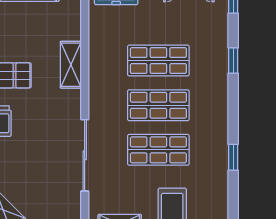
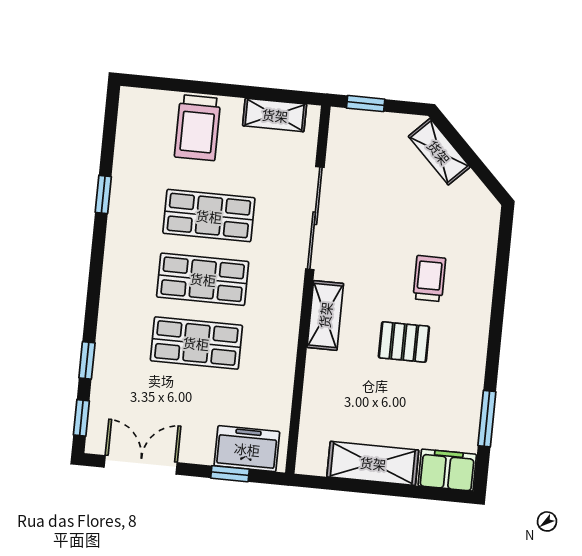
window: (233, 60) -> (87, 360), moved
shelving: (71, 65) -> (325, 315), moved

